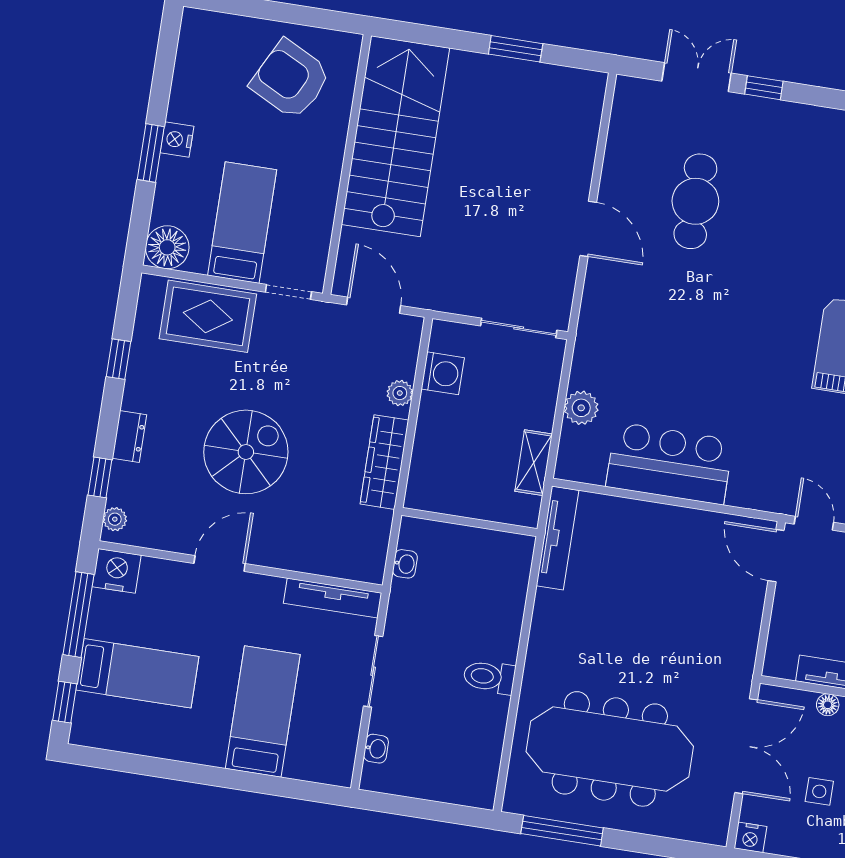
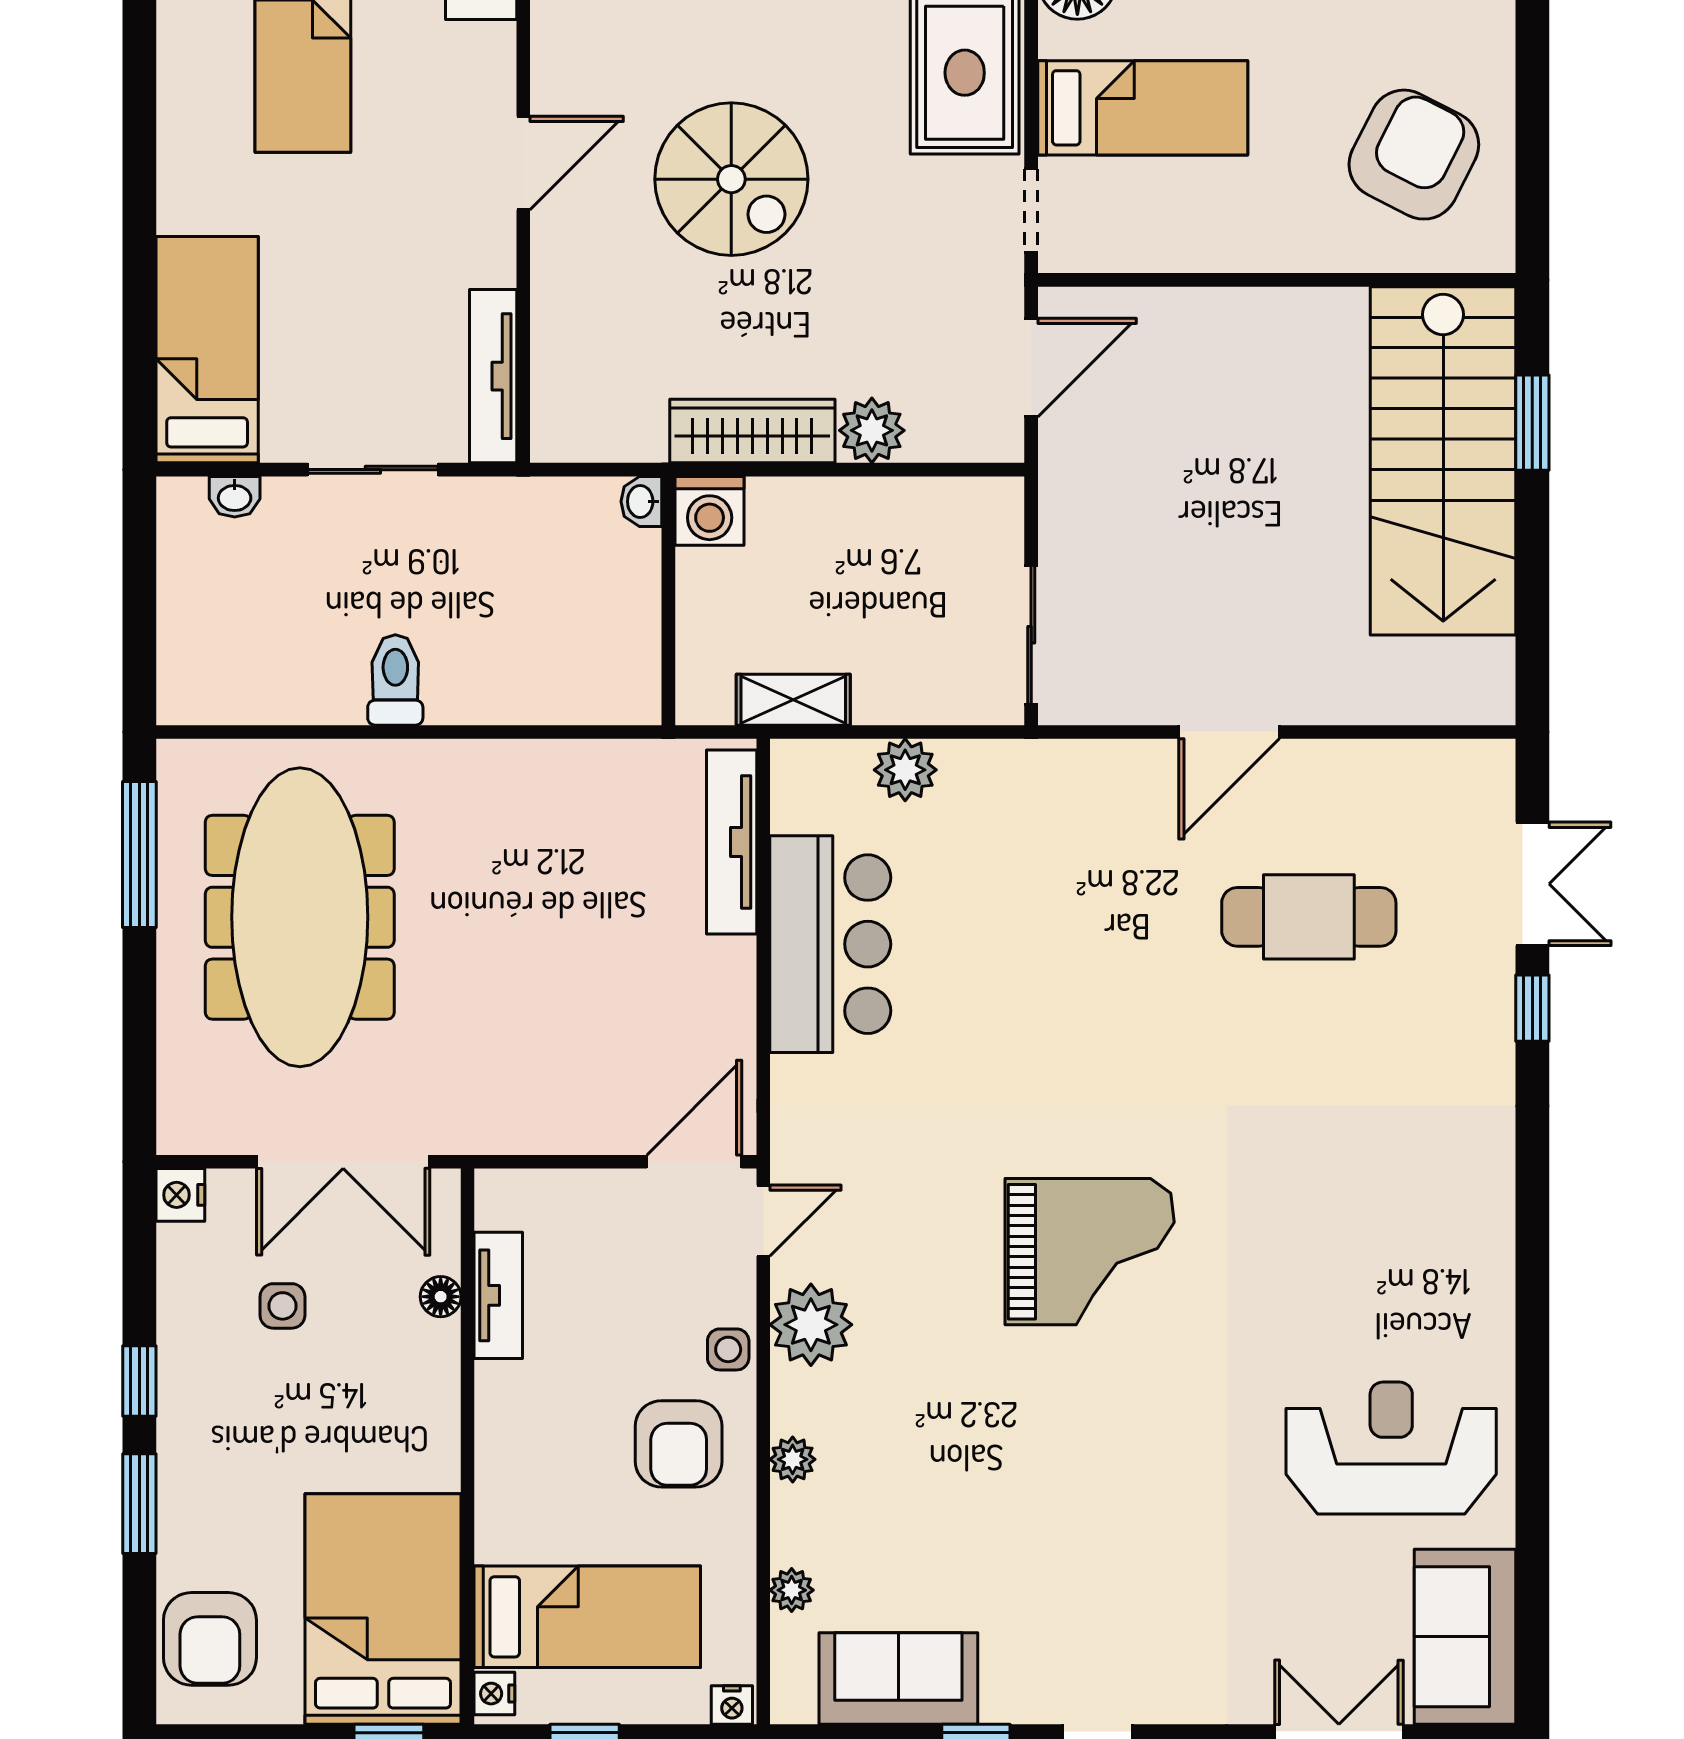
window: (516, 49) -> (1532, 423), moved
stairs: (395, 136) -> (1443, 461), moved, turned 90
washing machine: (443, 373) -> (710, 511), moved
plant: (400, 393) -> (872, 430), width x1.38, depth x1.38
tv unit: (557, 538) -> (732, 842), moved, turned 90
door: (220, 564) -> (523, 163), hinge flipped
washbasin: (405, 564) -> (641, 501), moved, turned 90
bed: (263, 712) -> (207, 350), moved, turned -90

